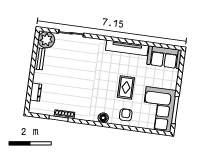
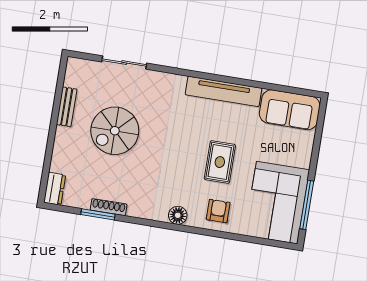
plant: (46, 40) -> (80, 73), removed
spiral stairs: (67, 72) -> (115, 131), added
dresser: (36, 92) -> (55, 189), moved

